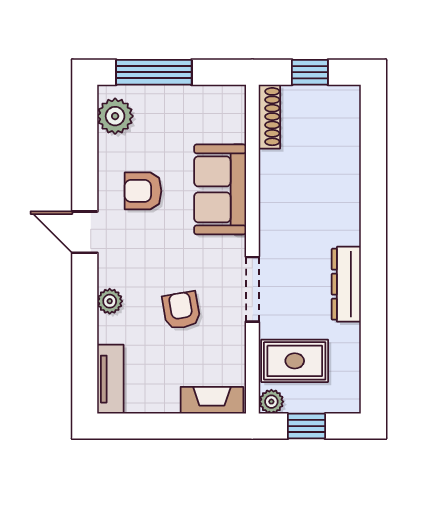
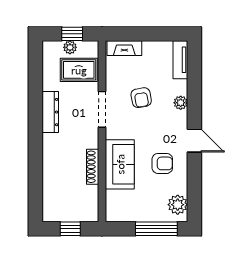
shoe rack: (269, 117) -> (93, 167), moved
plant: (271, 402) -> (70, 47), moved

